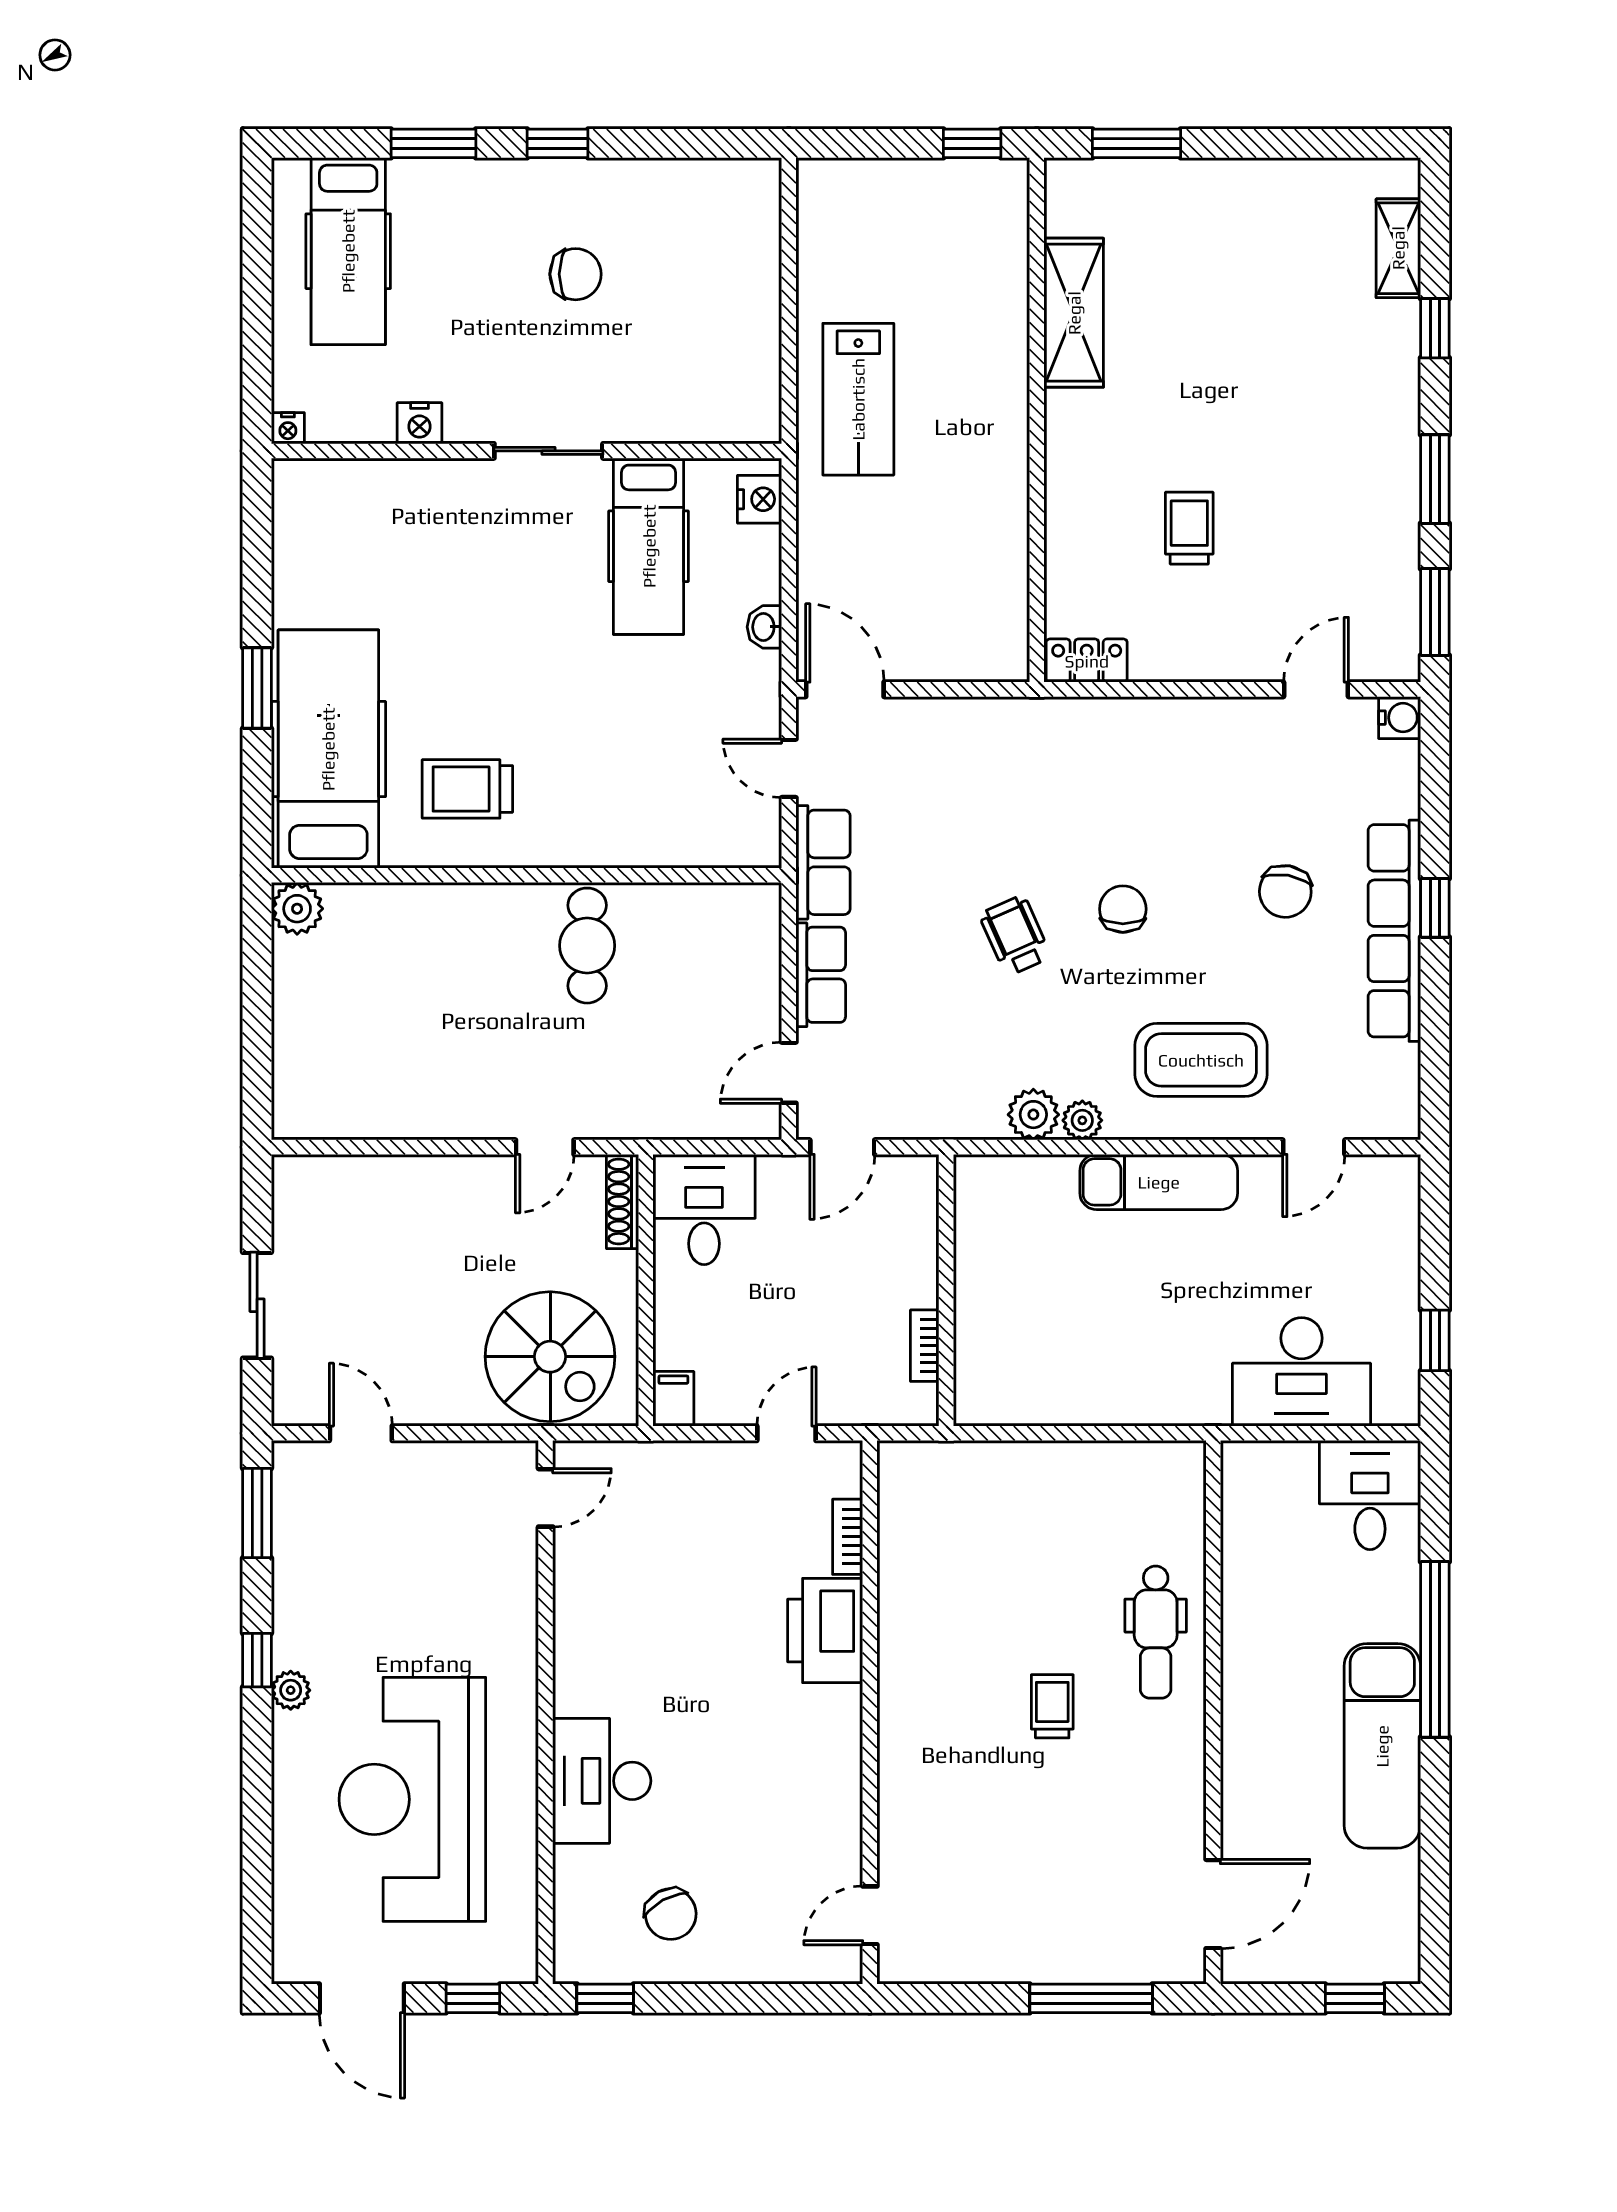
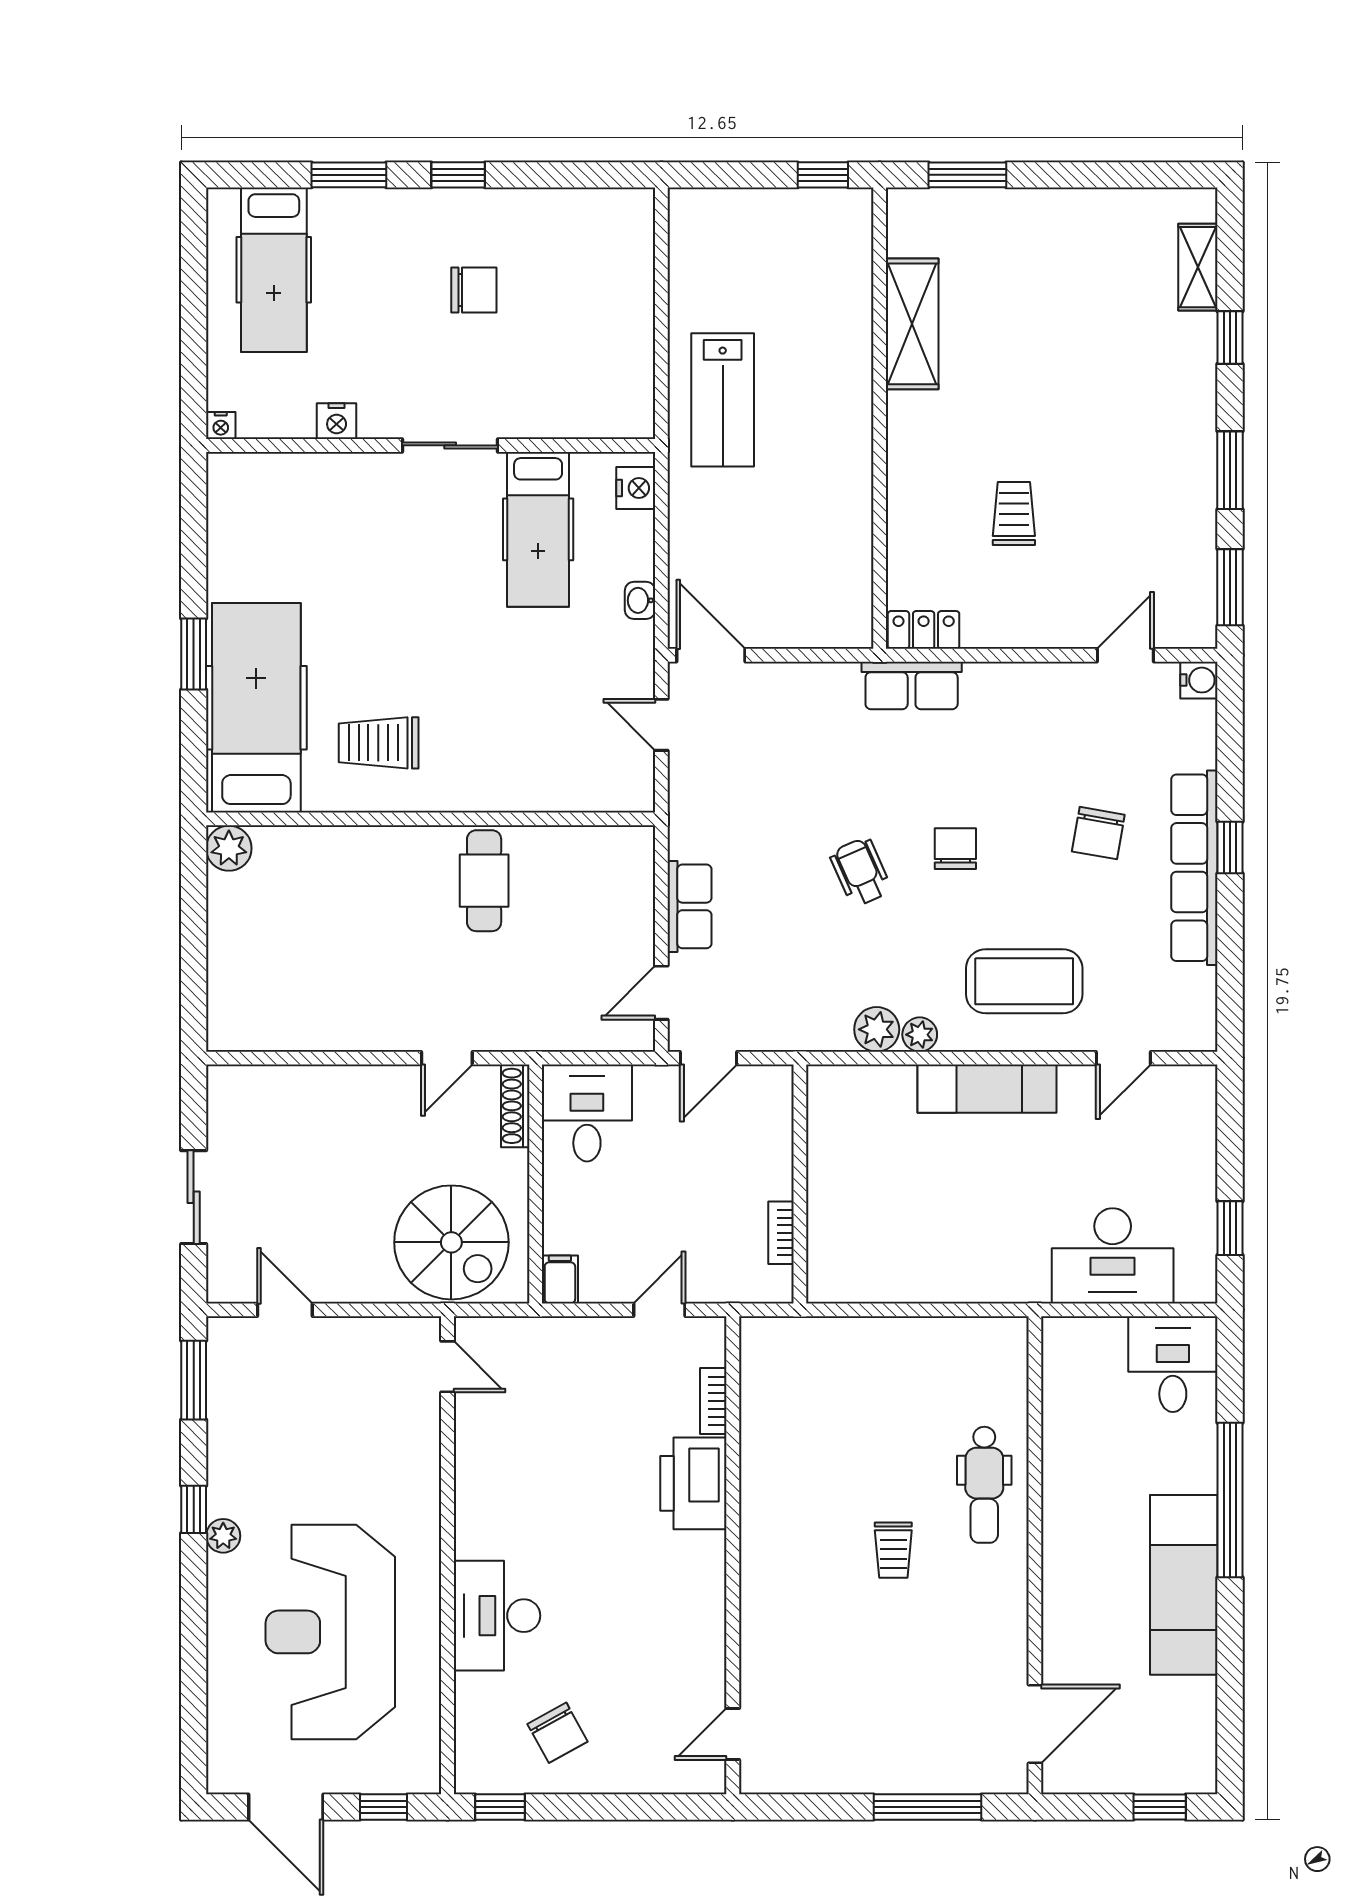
row of seats: (823, 862) -> (912, 685), moved, turned 90
door: (546, 1498) -> (447, 1367), hinge flipped
trolley: (1052, 1706) -> (893, 1550), turned 180

